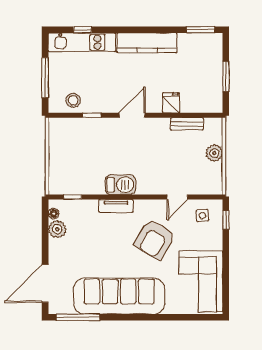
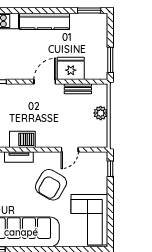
window: (226, 76) -> (110, 60), moved
fridge: (171, 103) -> (71, 68), width x1.88, depth x1.34
door: (132, 115) -> (45, 82), moved
side table: (202, 216) -> (91, 165), removed

